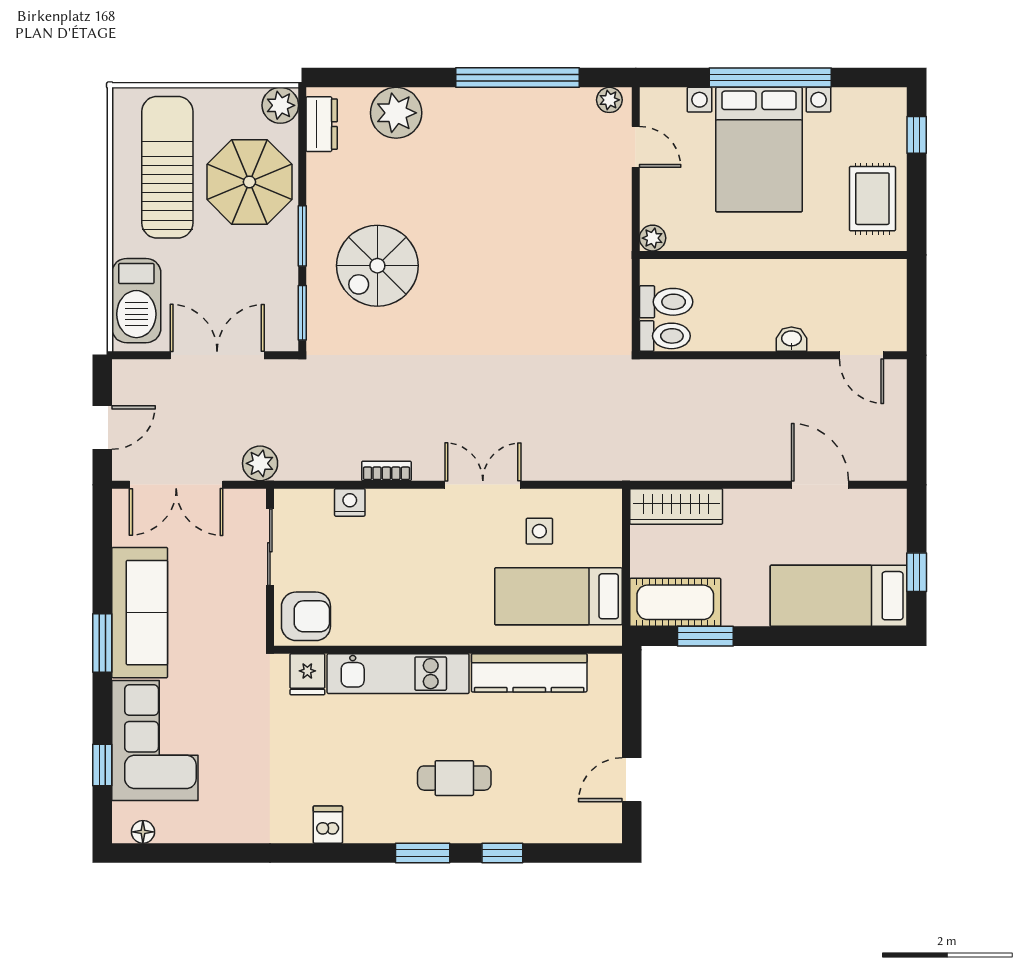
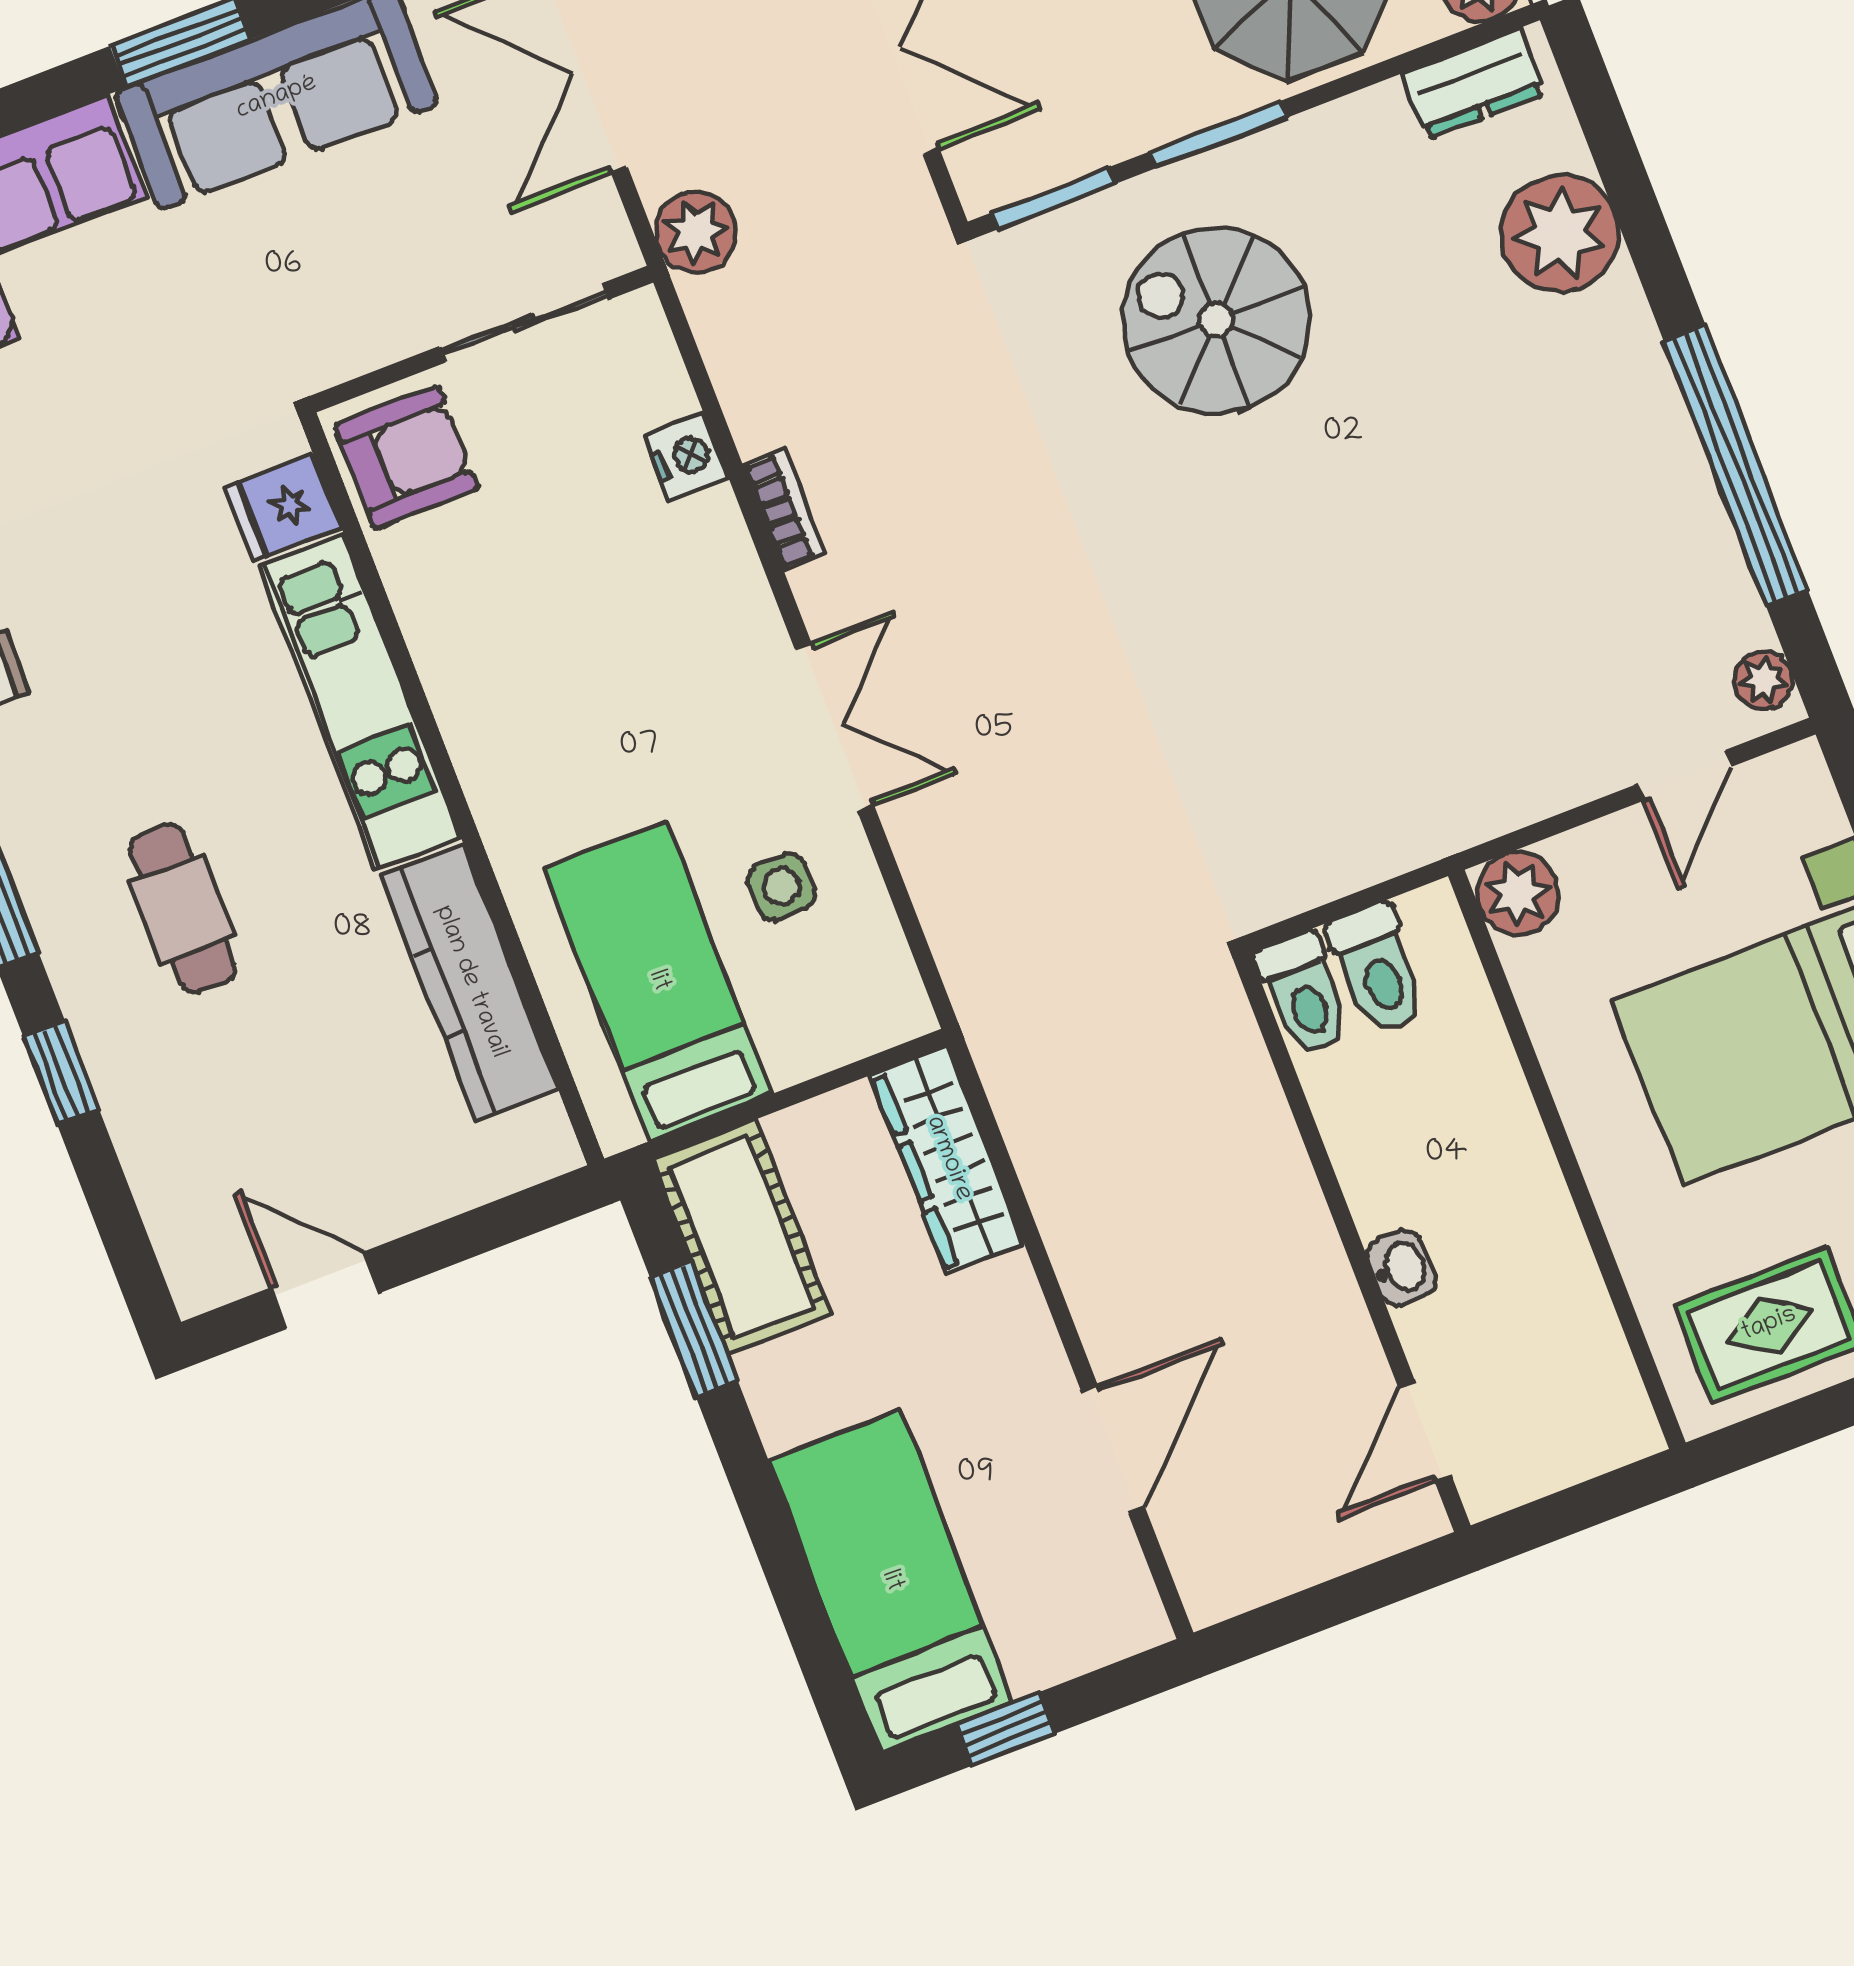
plant: (653, 238) -> (1518, 893), width x1.38, depth x1.38
armchair: (306, 616) -> (406, 457), turned -90

